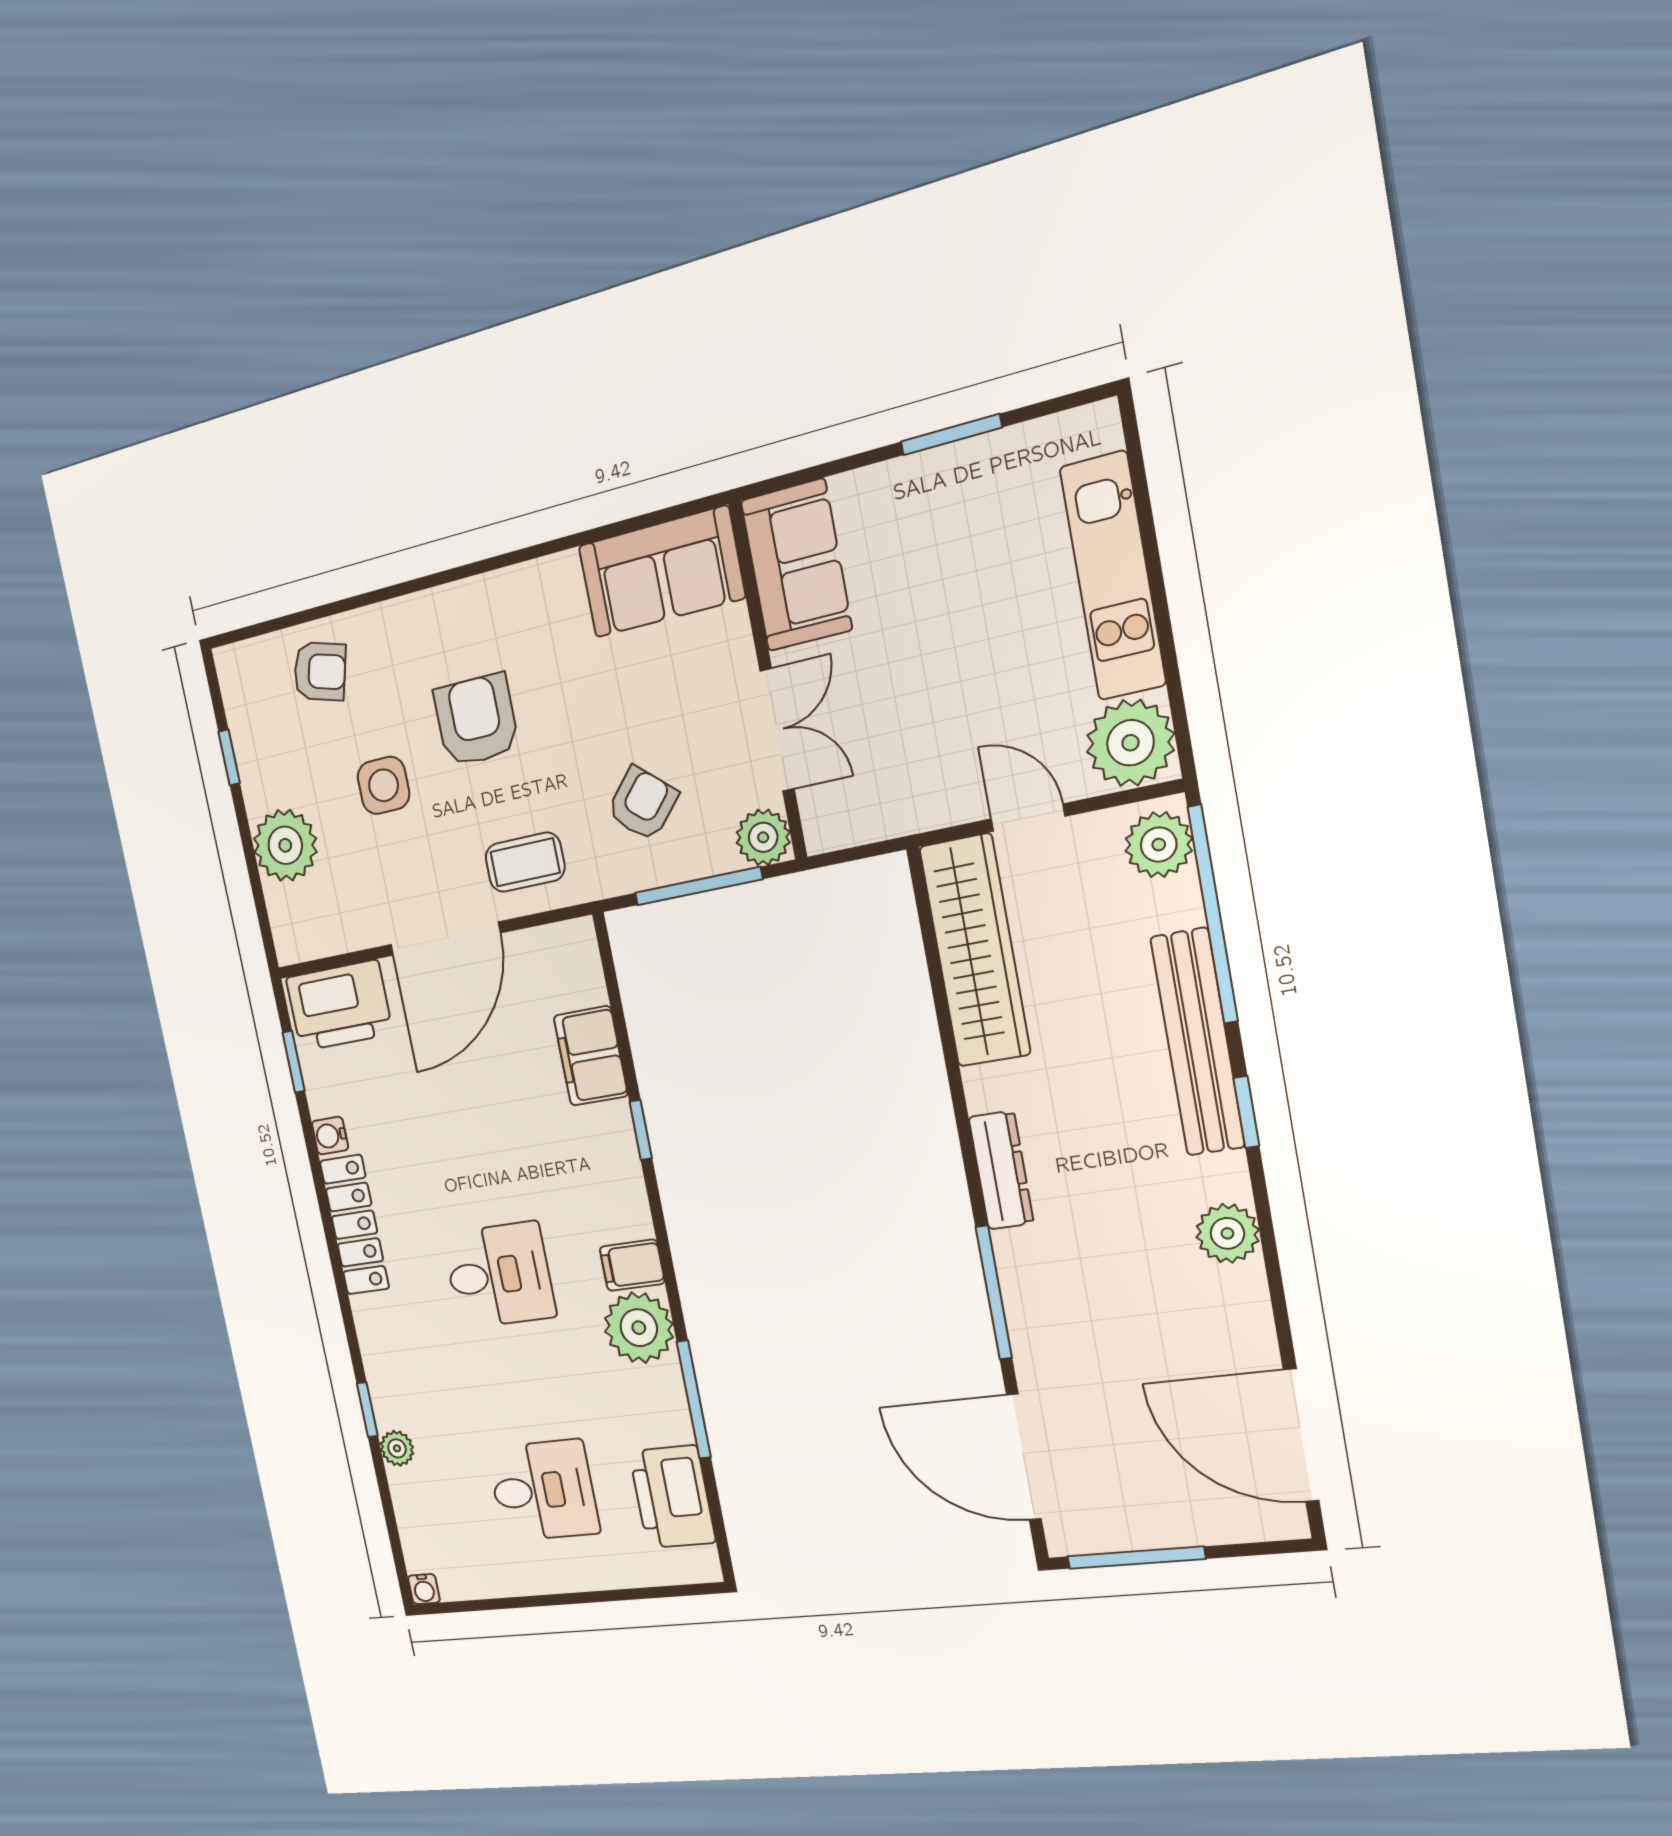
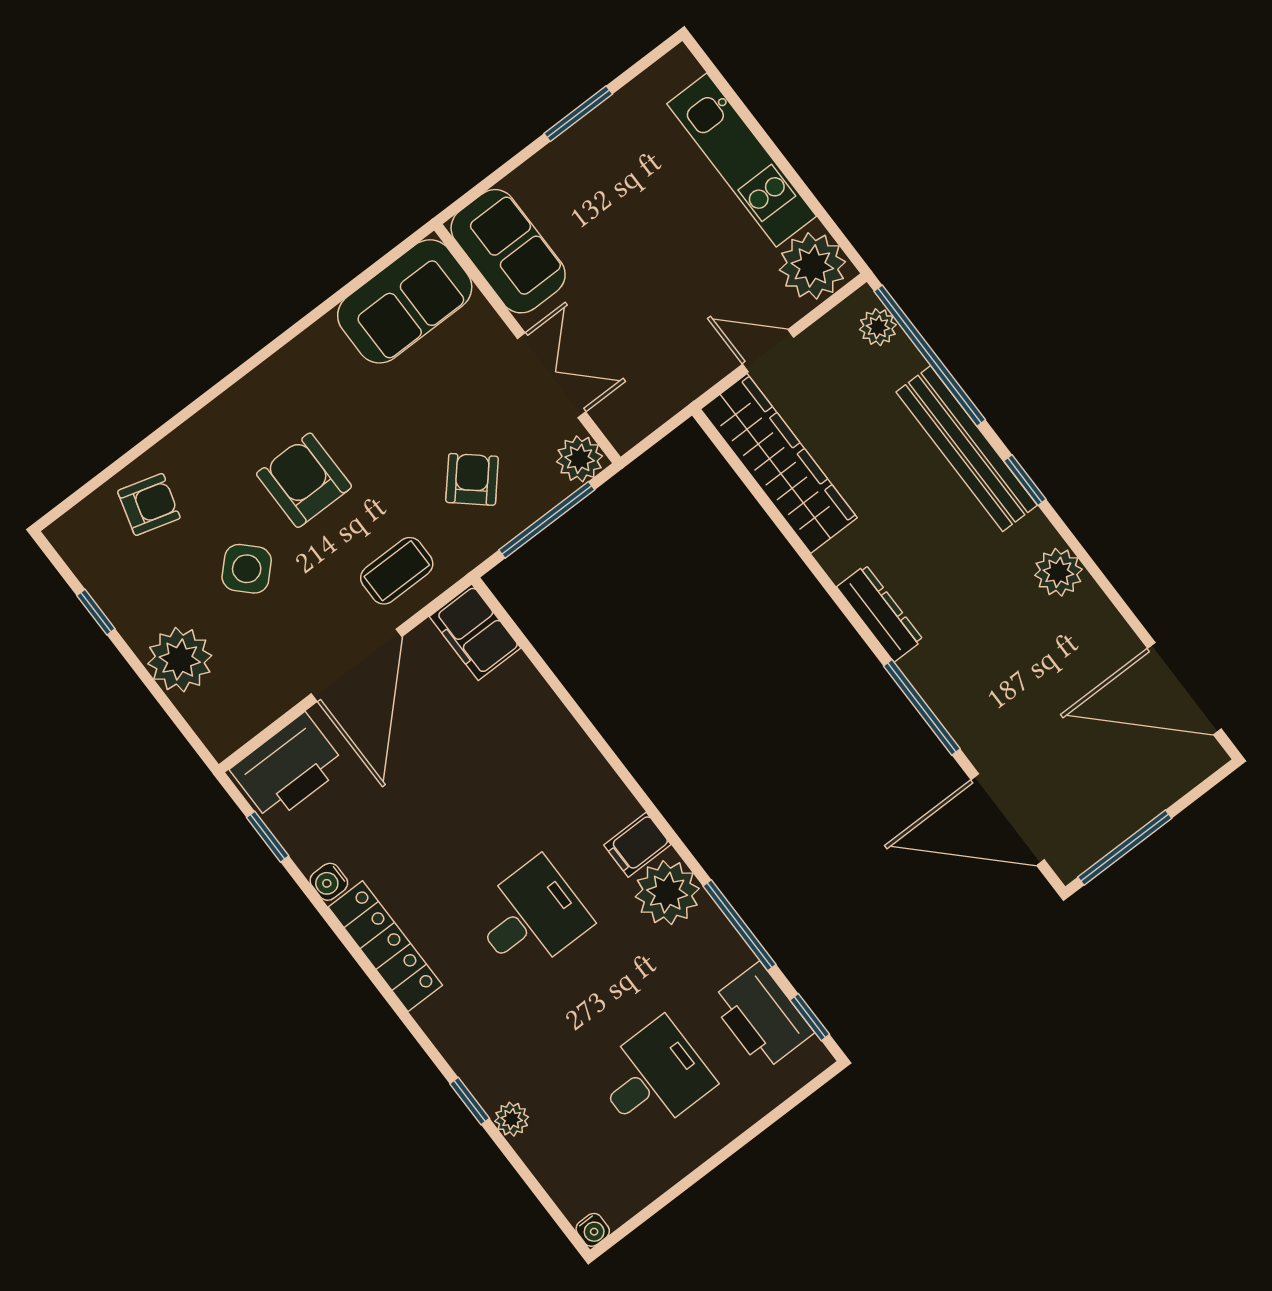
side table: (383, 785) -> (247, 569), turned 45
plant: (1159, 845) -> (878, 327), width x0.73, depth x0.73
filing cabinet: (591, 1056) -> (475, 632), moved
window: (641, 1130) -> (810, 1017), moved

